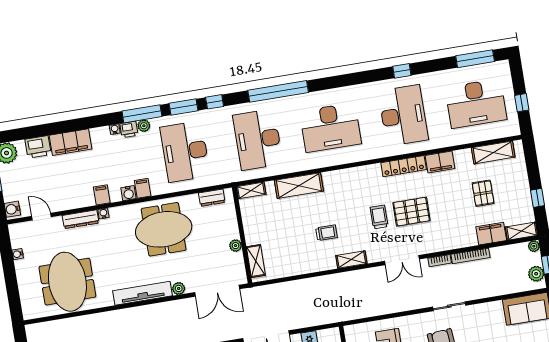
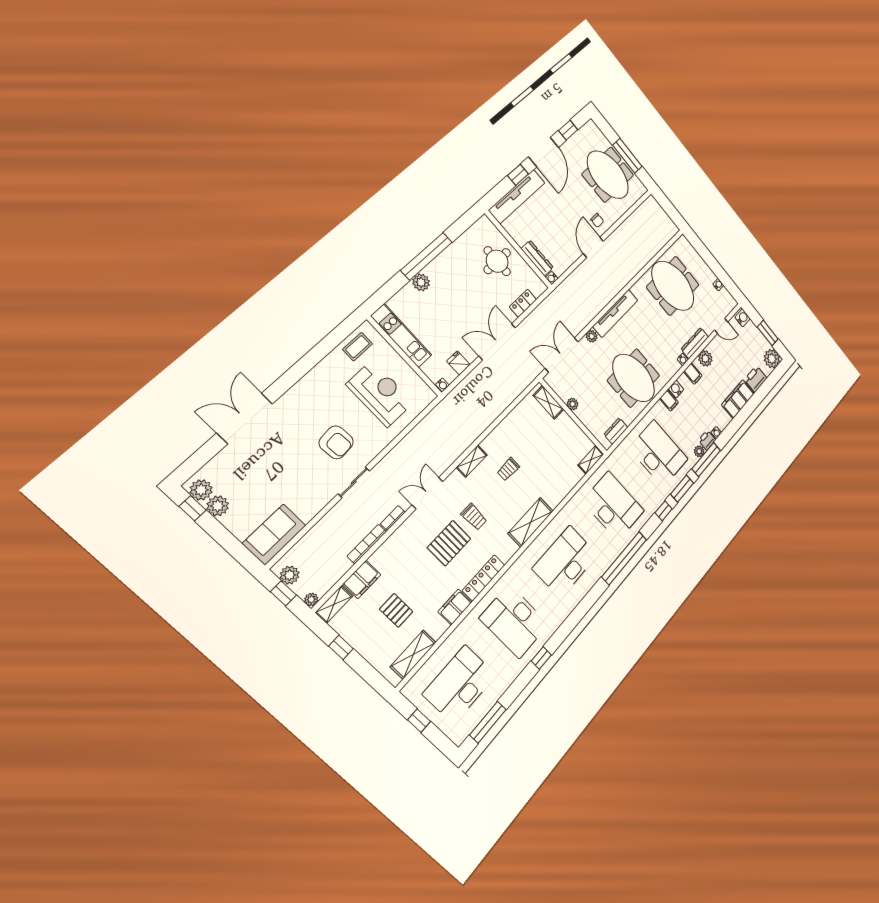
shelving: (299, 186) -> (531, 522), moved
plant: (79, 199) -> (705, 358), added
meeting table: (164, 229) -> (634, 378), turned 90
water cooler: (334, 332) -> (442, 385), added

